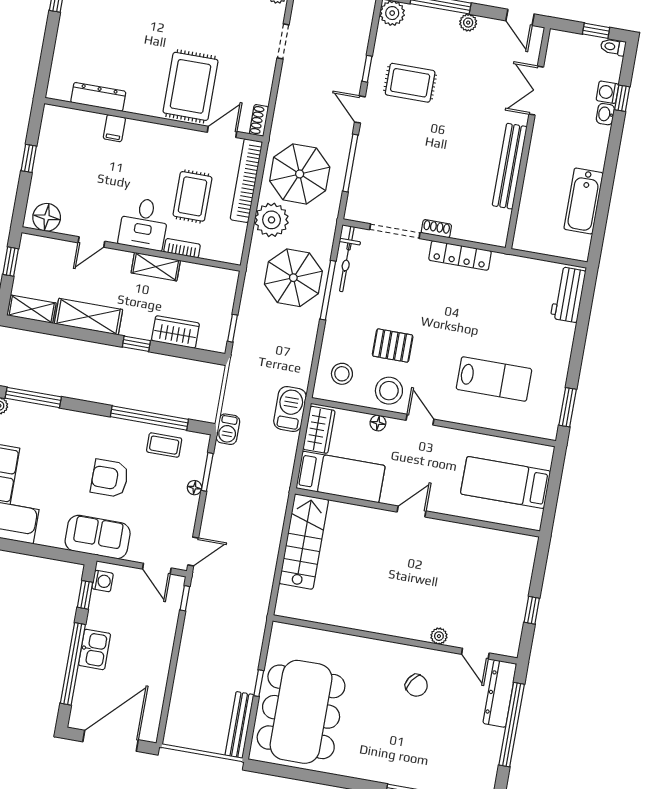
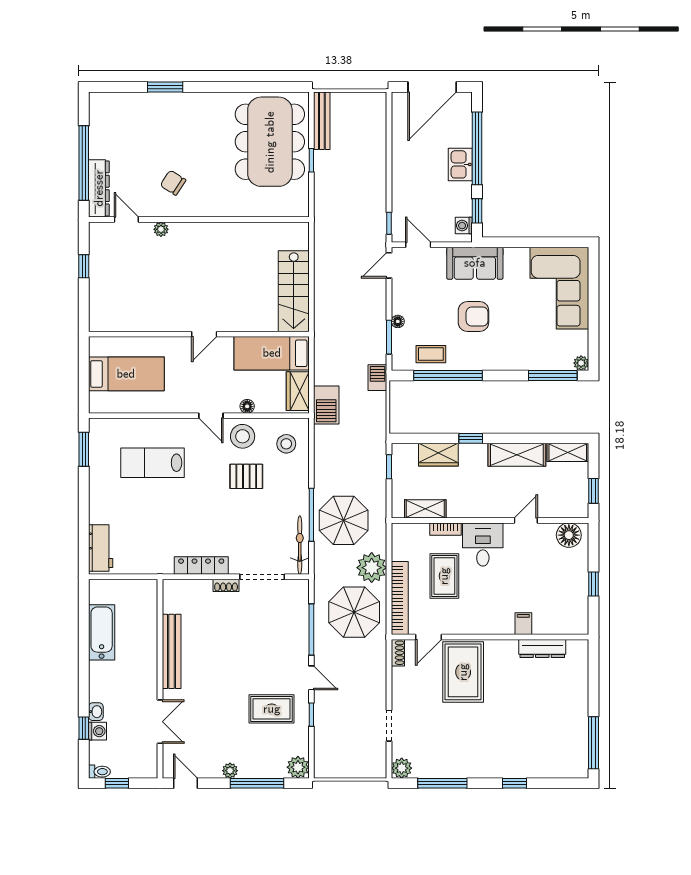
shelving: (156, 267) -> (425, 509), moved

